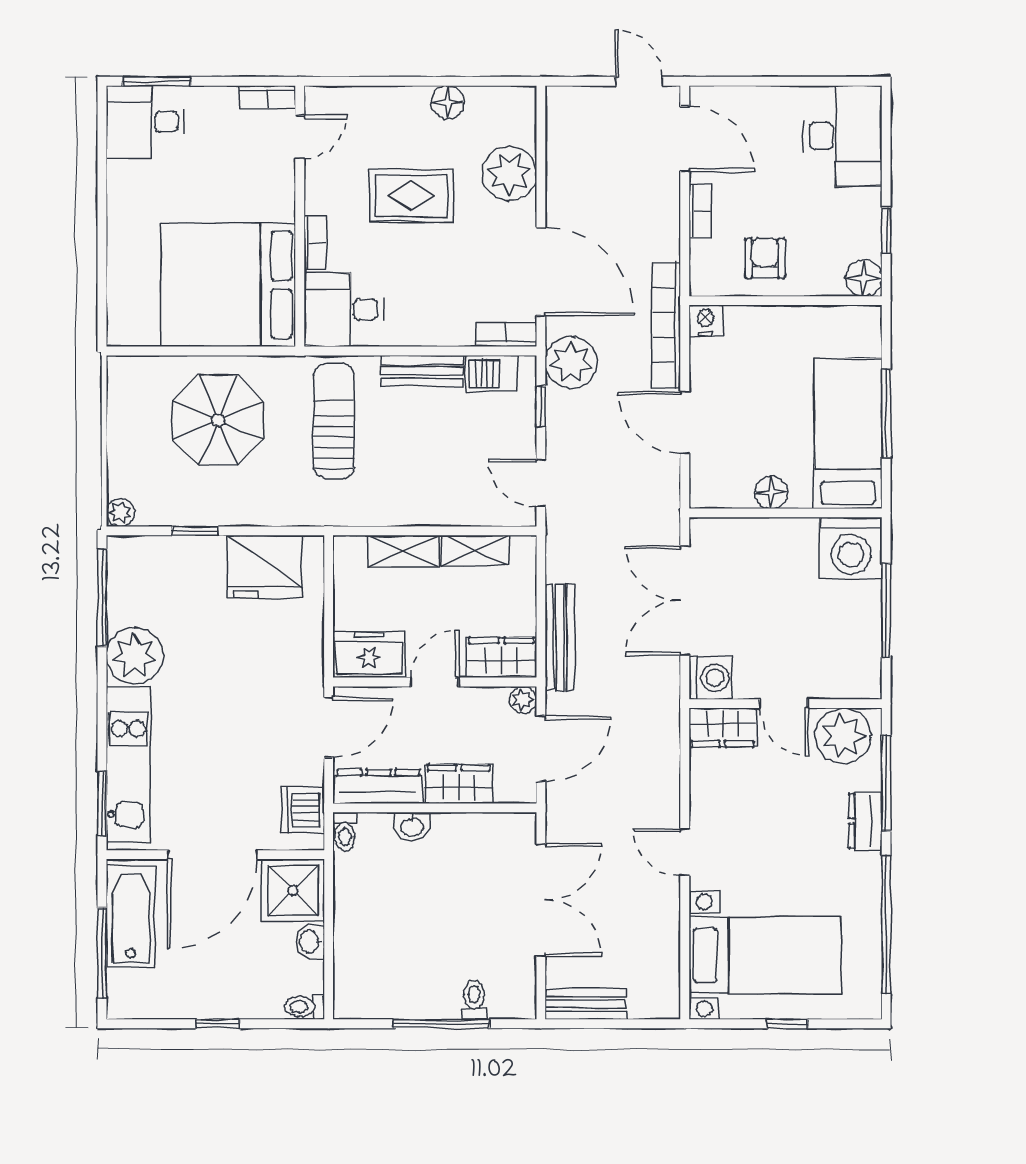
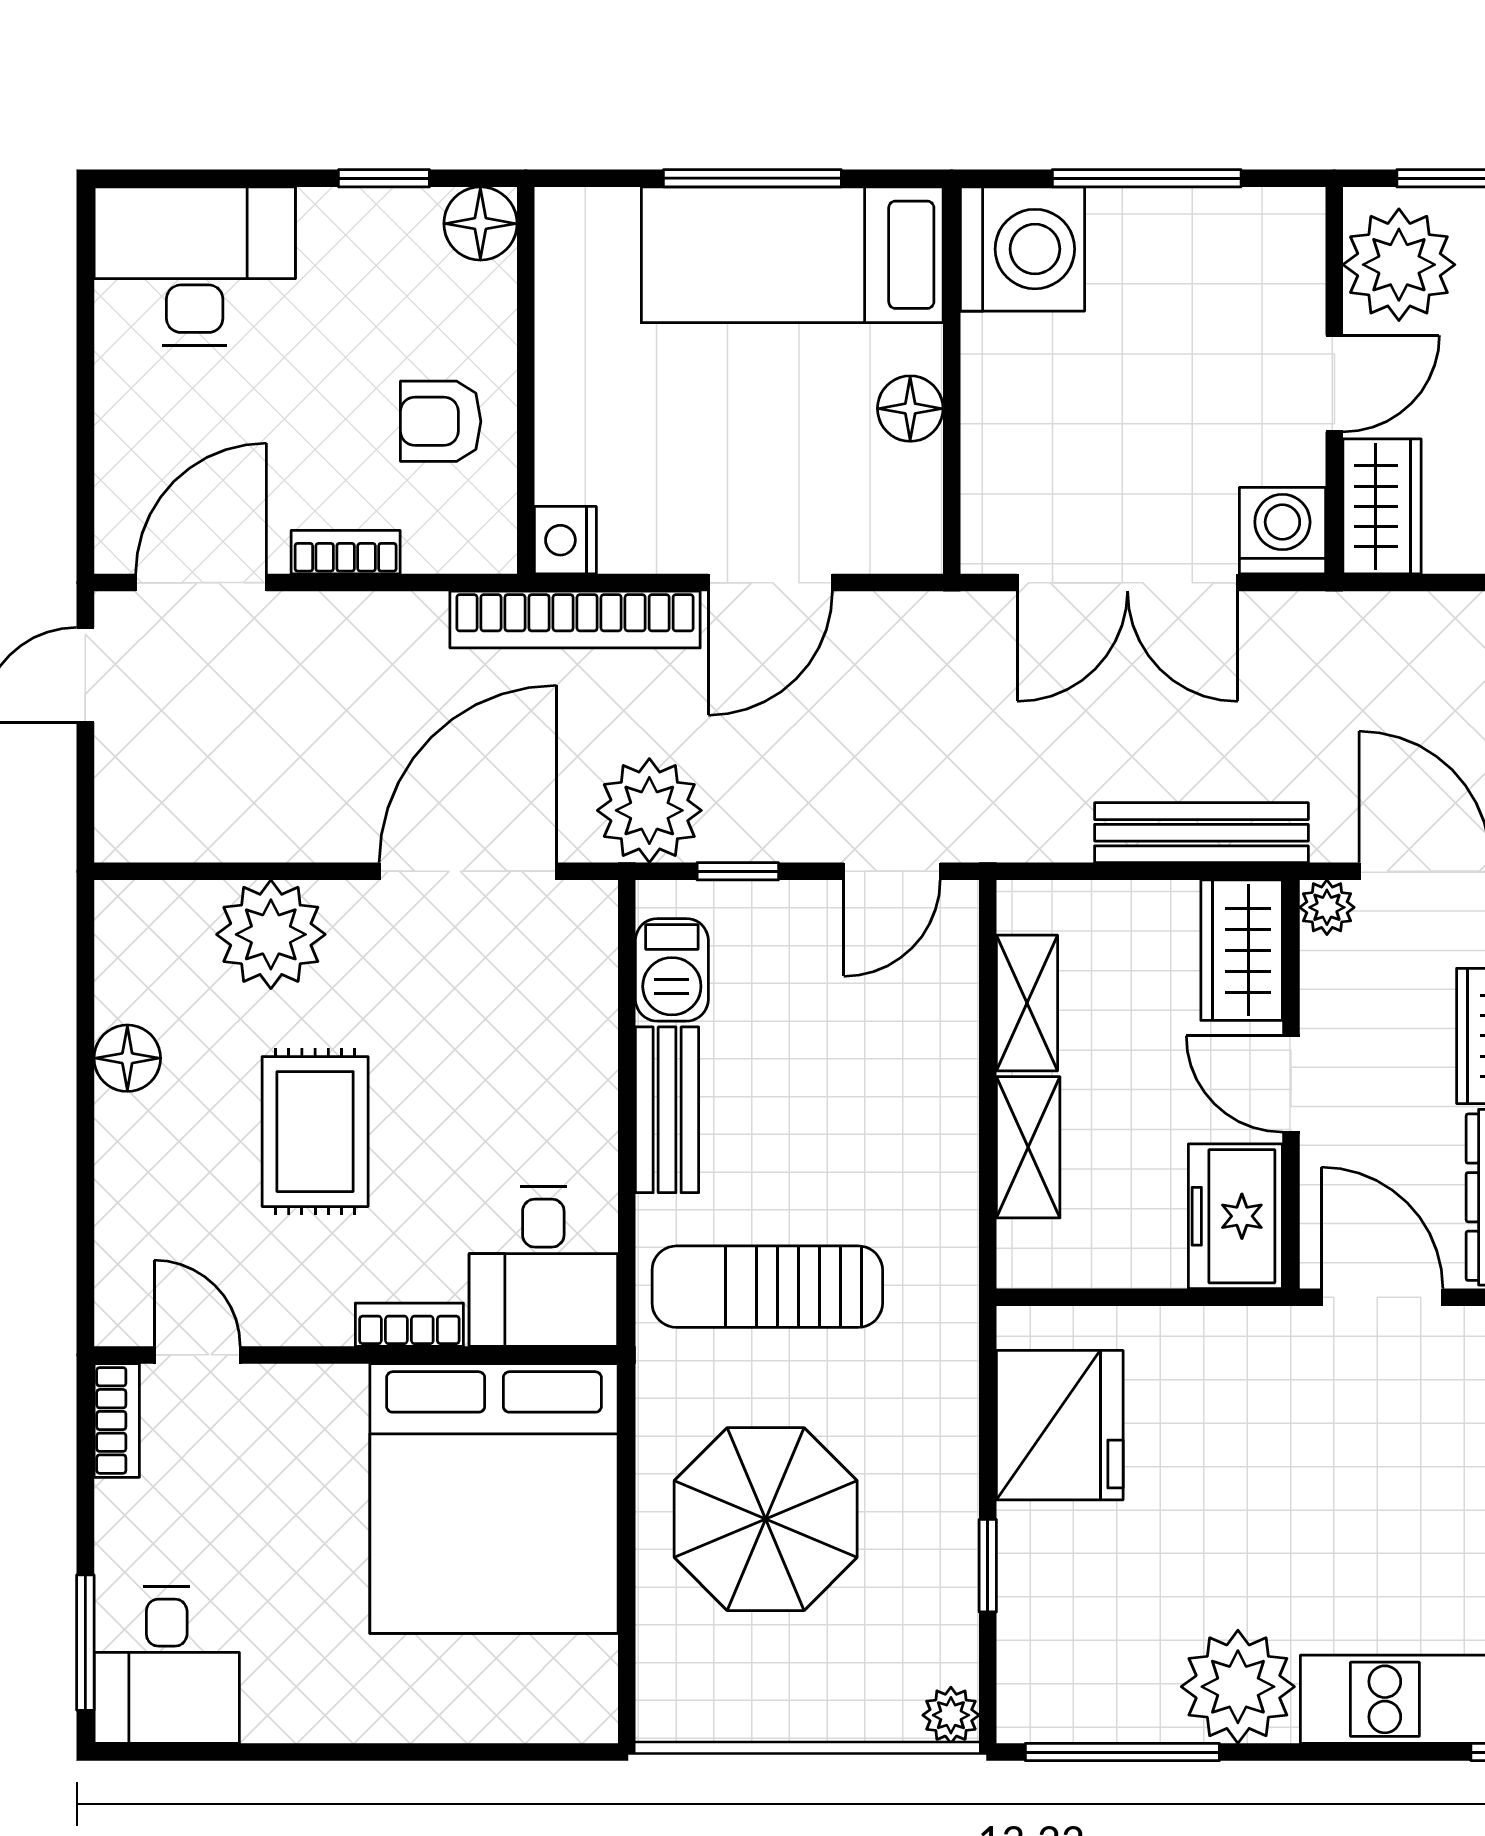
bookcase: (506, 335) -> (594, 941), removed

